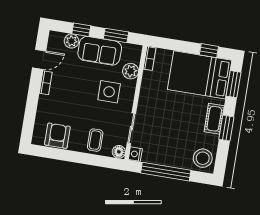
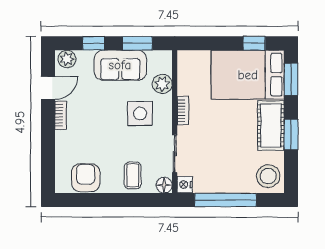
plant: (72, 41) -> (67, 59), moved
bookcase: (150, 59) -> (183, 111), moved
cot: (214, 119) -> (271, 126), width x1.37, depth x1.34

